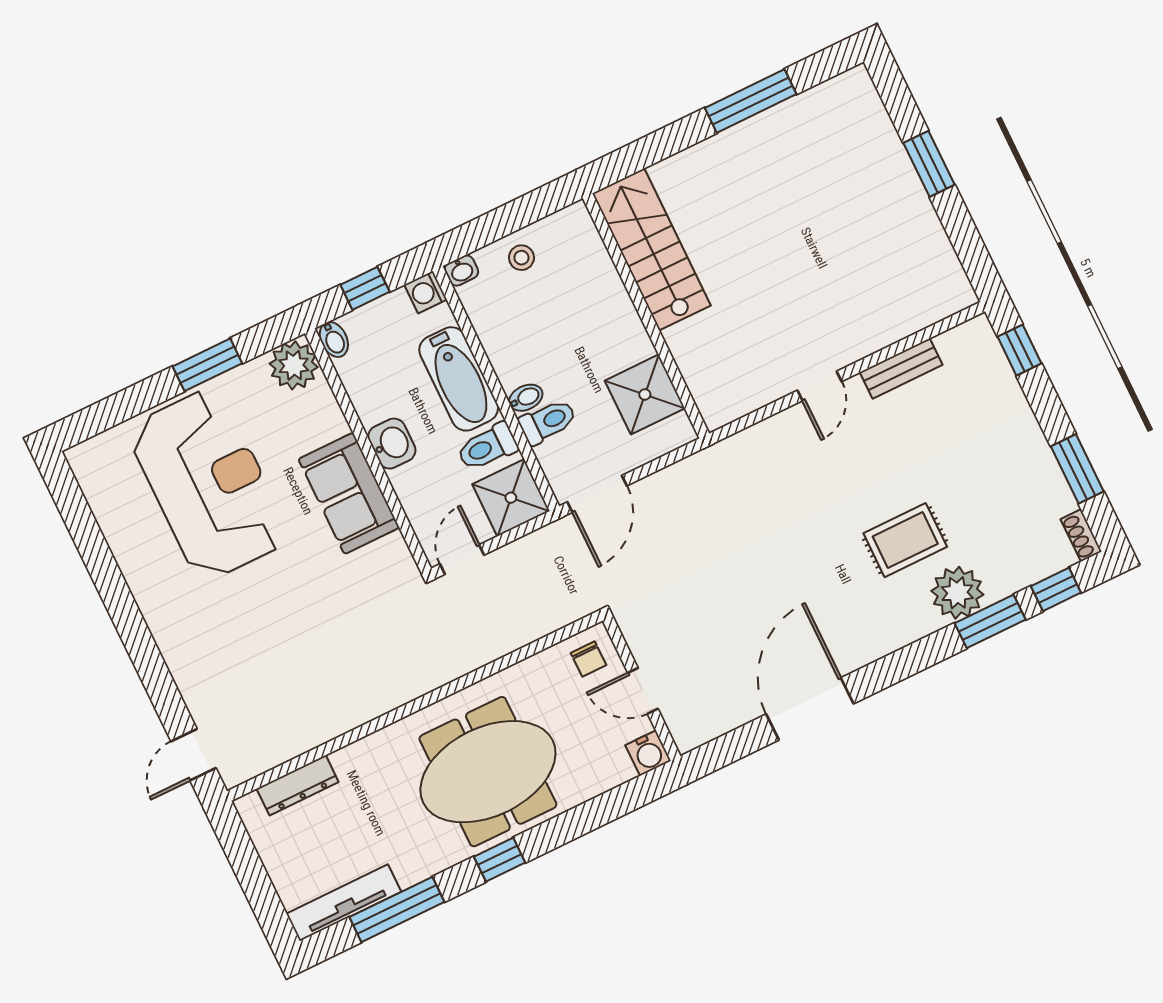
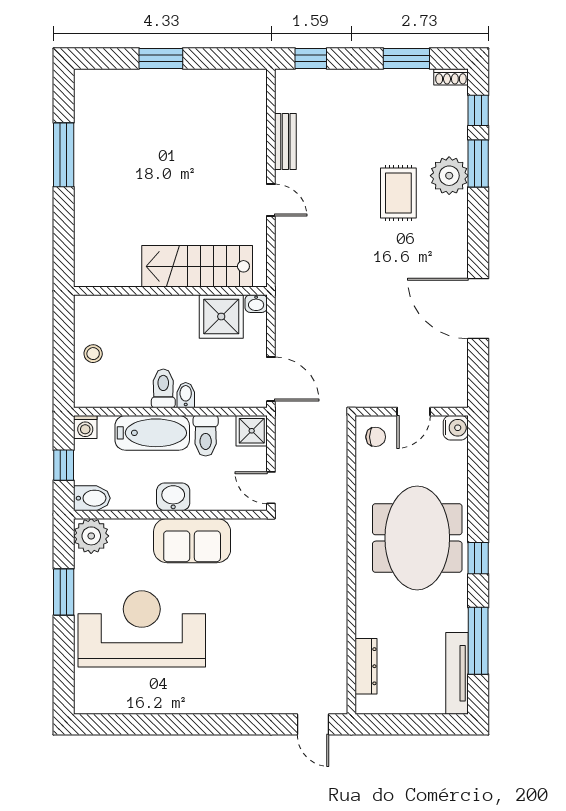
stairs: (652, 249) -> (197, 266), moved
washbasin: (461, 271) -> (256, 304), moved, turned 90
bidet: (334, 339) -> (92, 498), width x1.38, depth x1.36
toilet: (548, 422) -> (163, 388), moved
shower: (511, 498) -> (252, 431), width x0.73, depth x0.73

